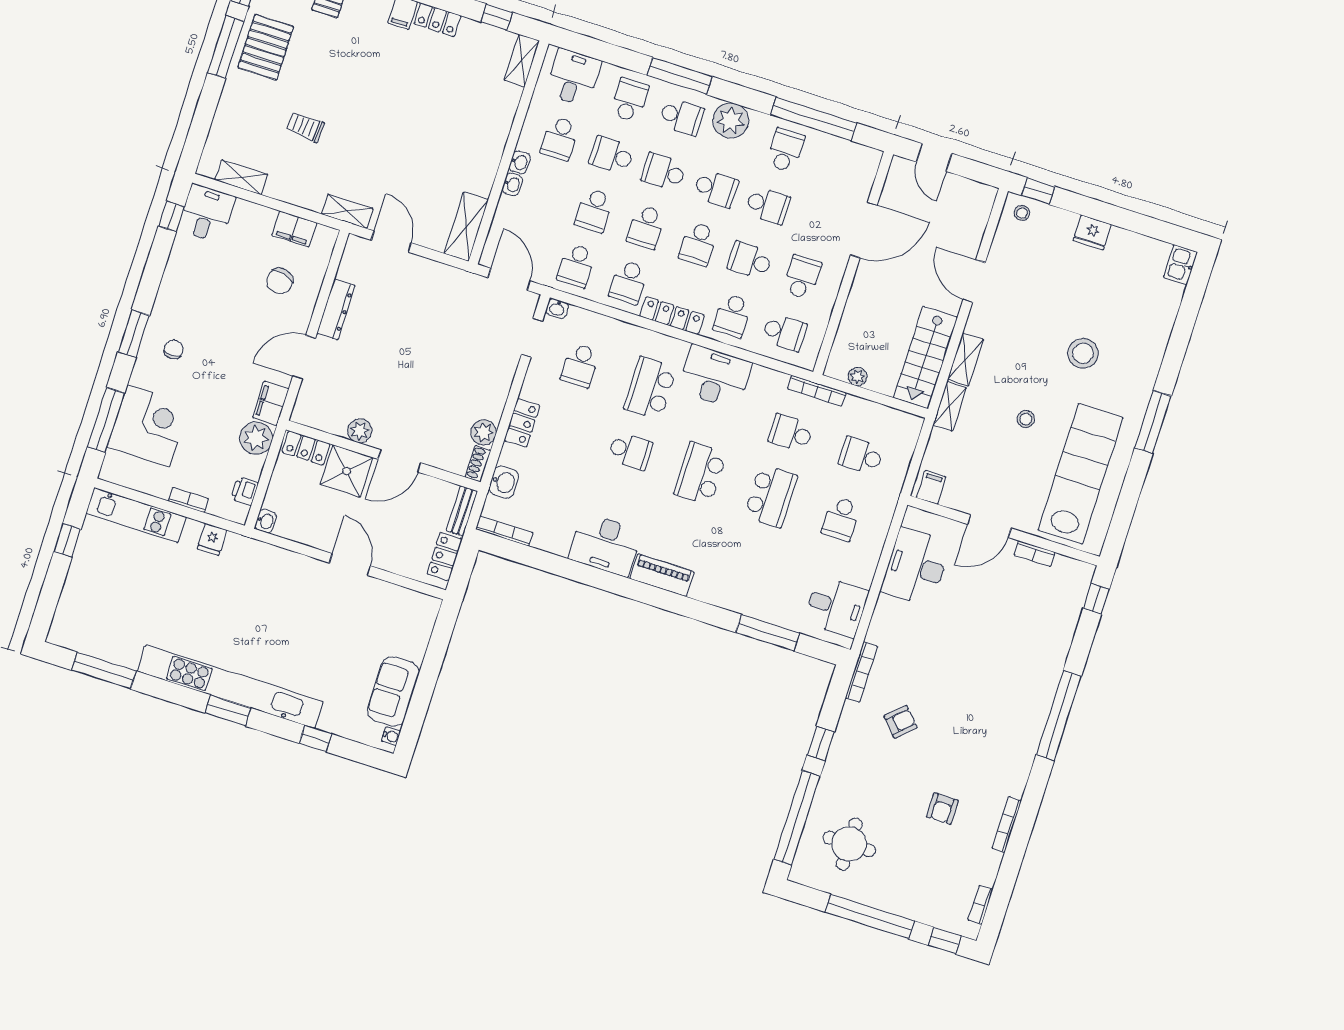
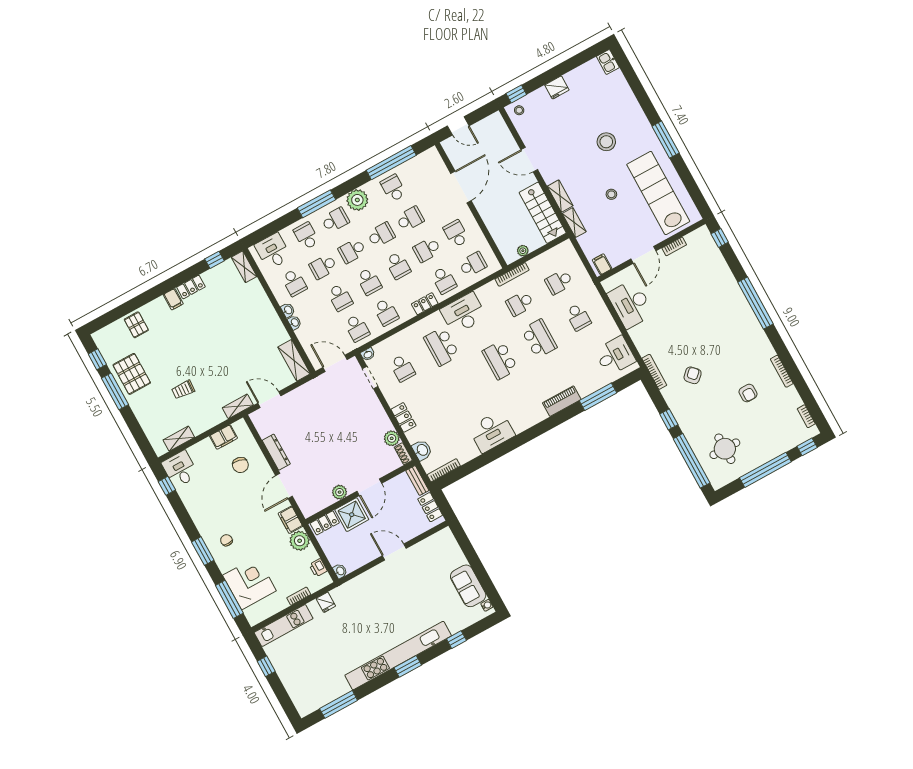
locker: (672, 316) -> (425, 304), width x0.66
school desk: (630, 451) -> (461, 382), removed
piano: (662, 575) -> (562, 401), moved

